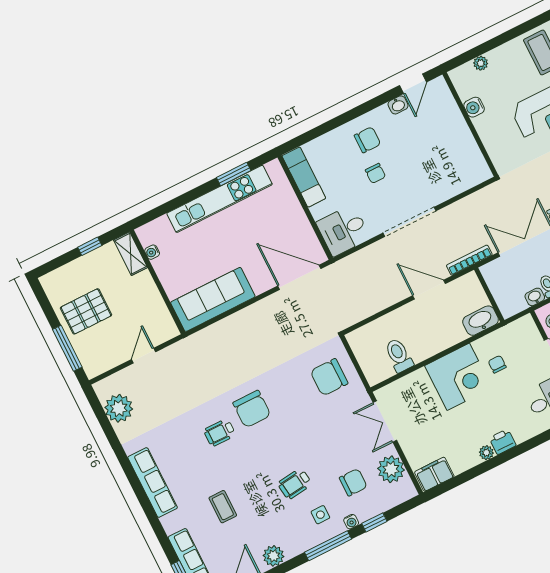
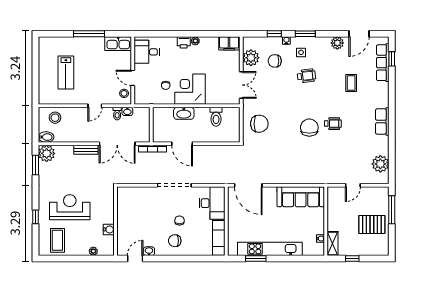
desk: (343, 230) -> (212, 203), width x1.37
washbasin: (481, 321) -> (184, 113), moved
row of seats: (153, 483) -> (382, 122), width x0.68
window: (328, 546) -> (305, 34), width x0.69

